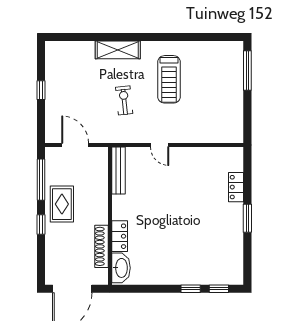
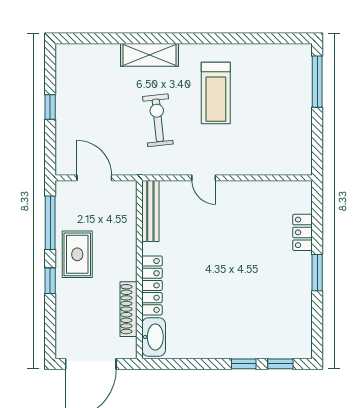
exercise bike: (124, 100) -> (158, 120), width x1.38, depth x1.39
locker: (120, 236) -> (152, 285), width x1.53

